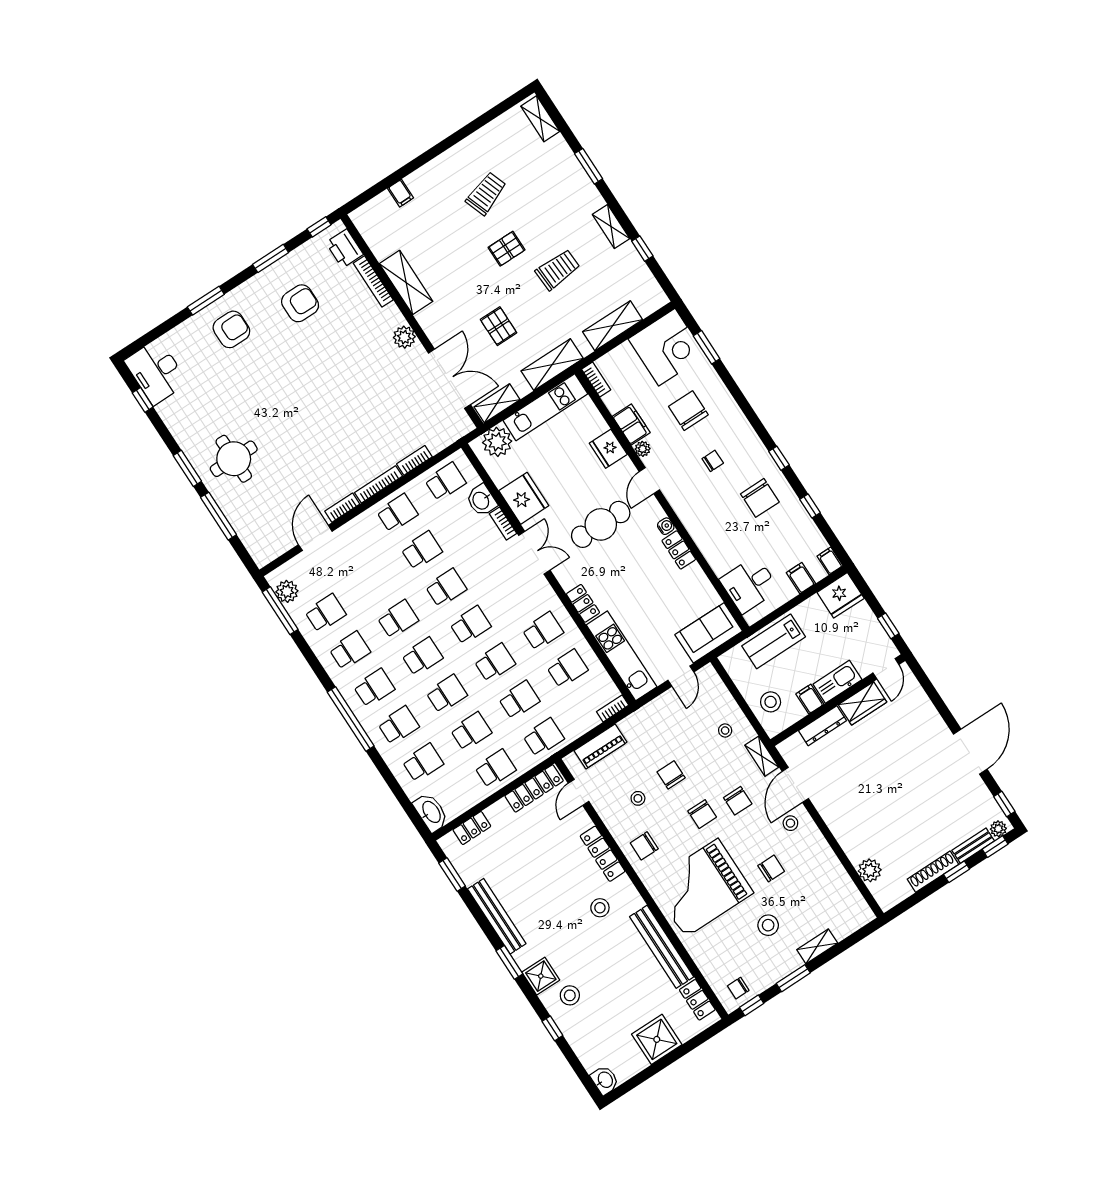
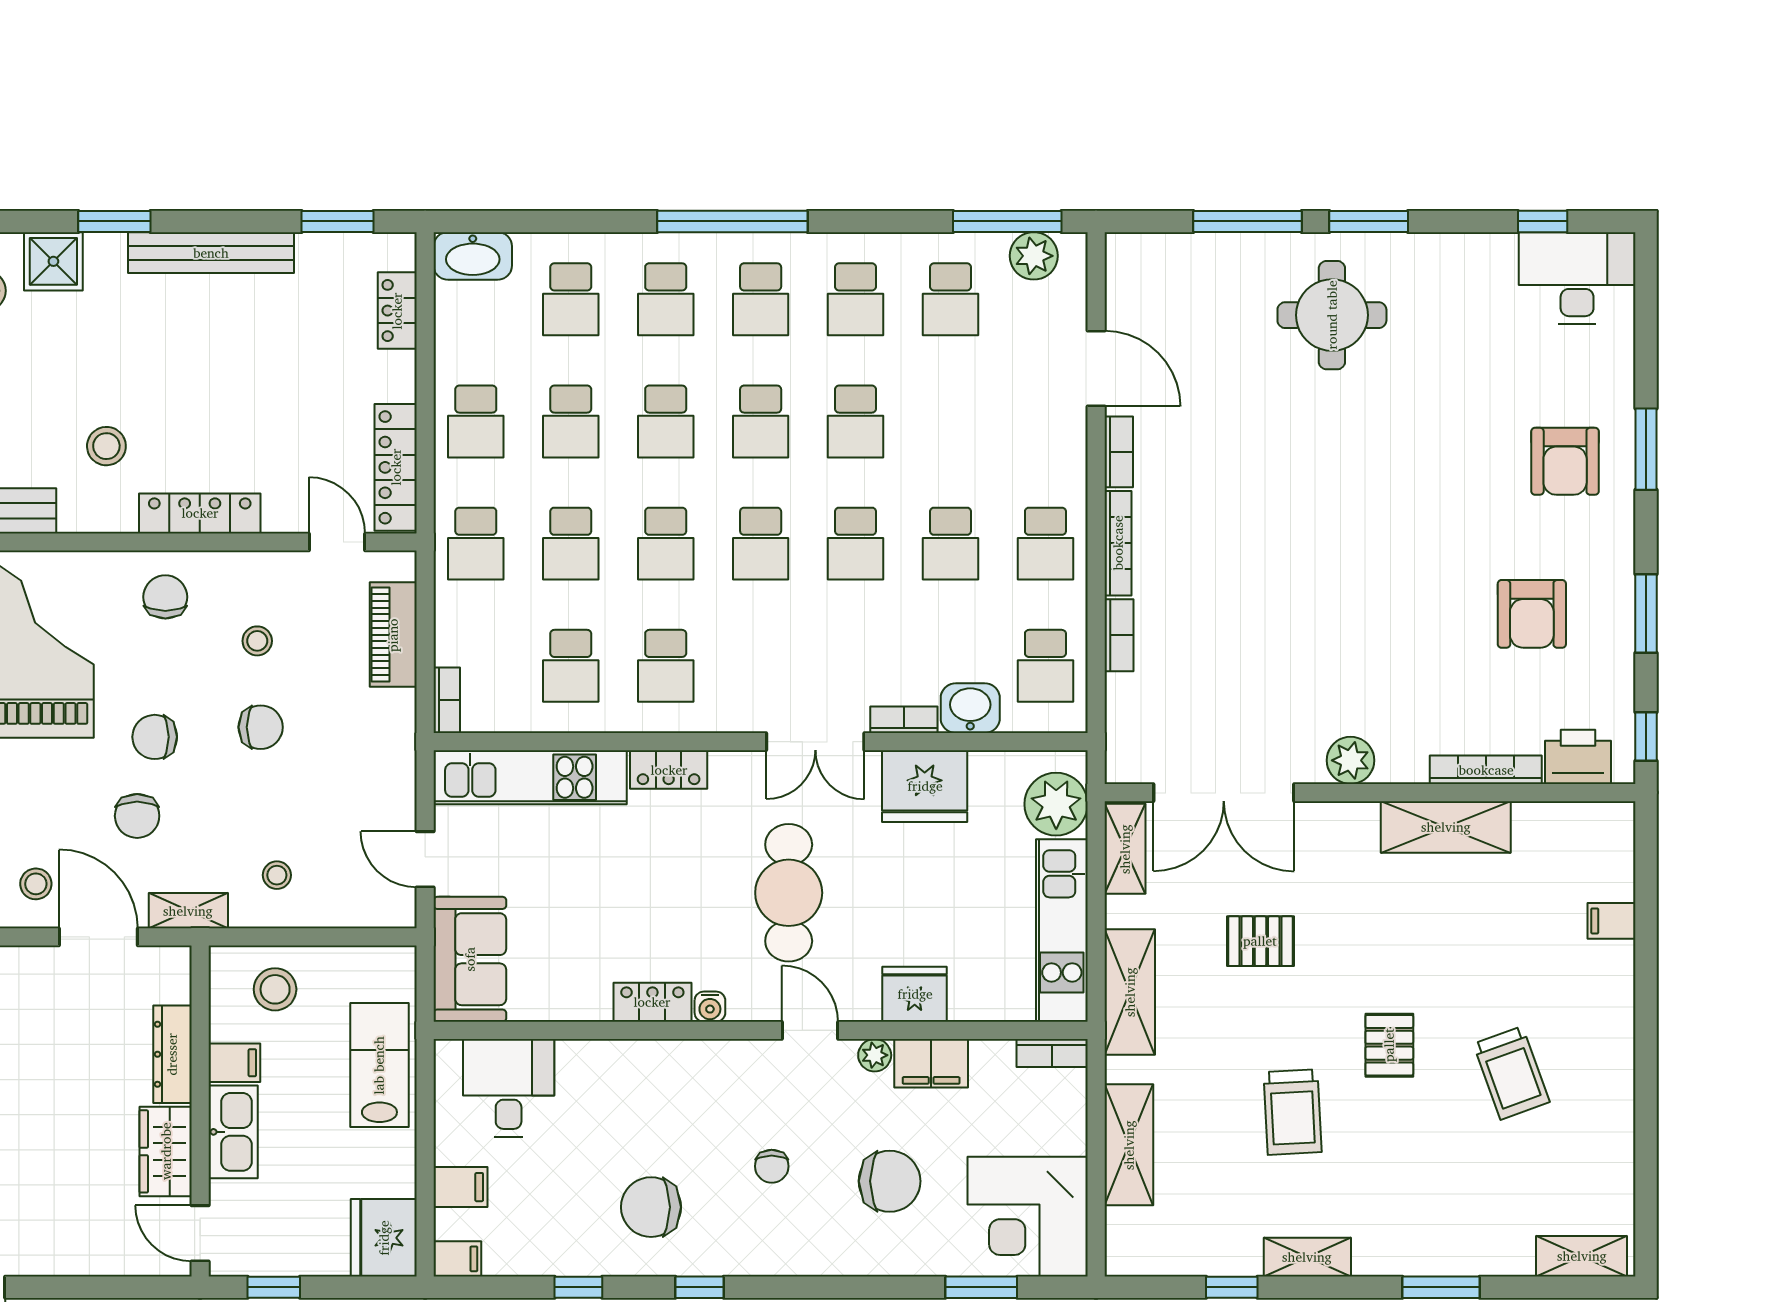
chair: (738, 801) -> (137, 816), turned -90

